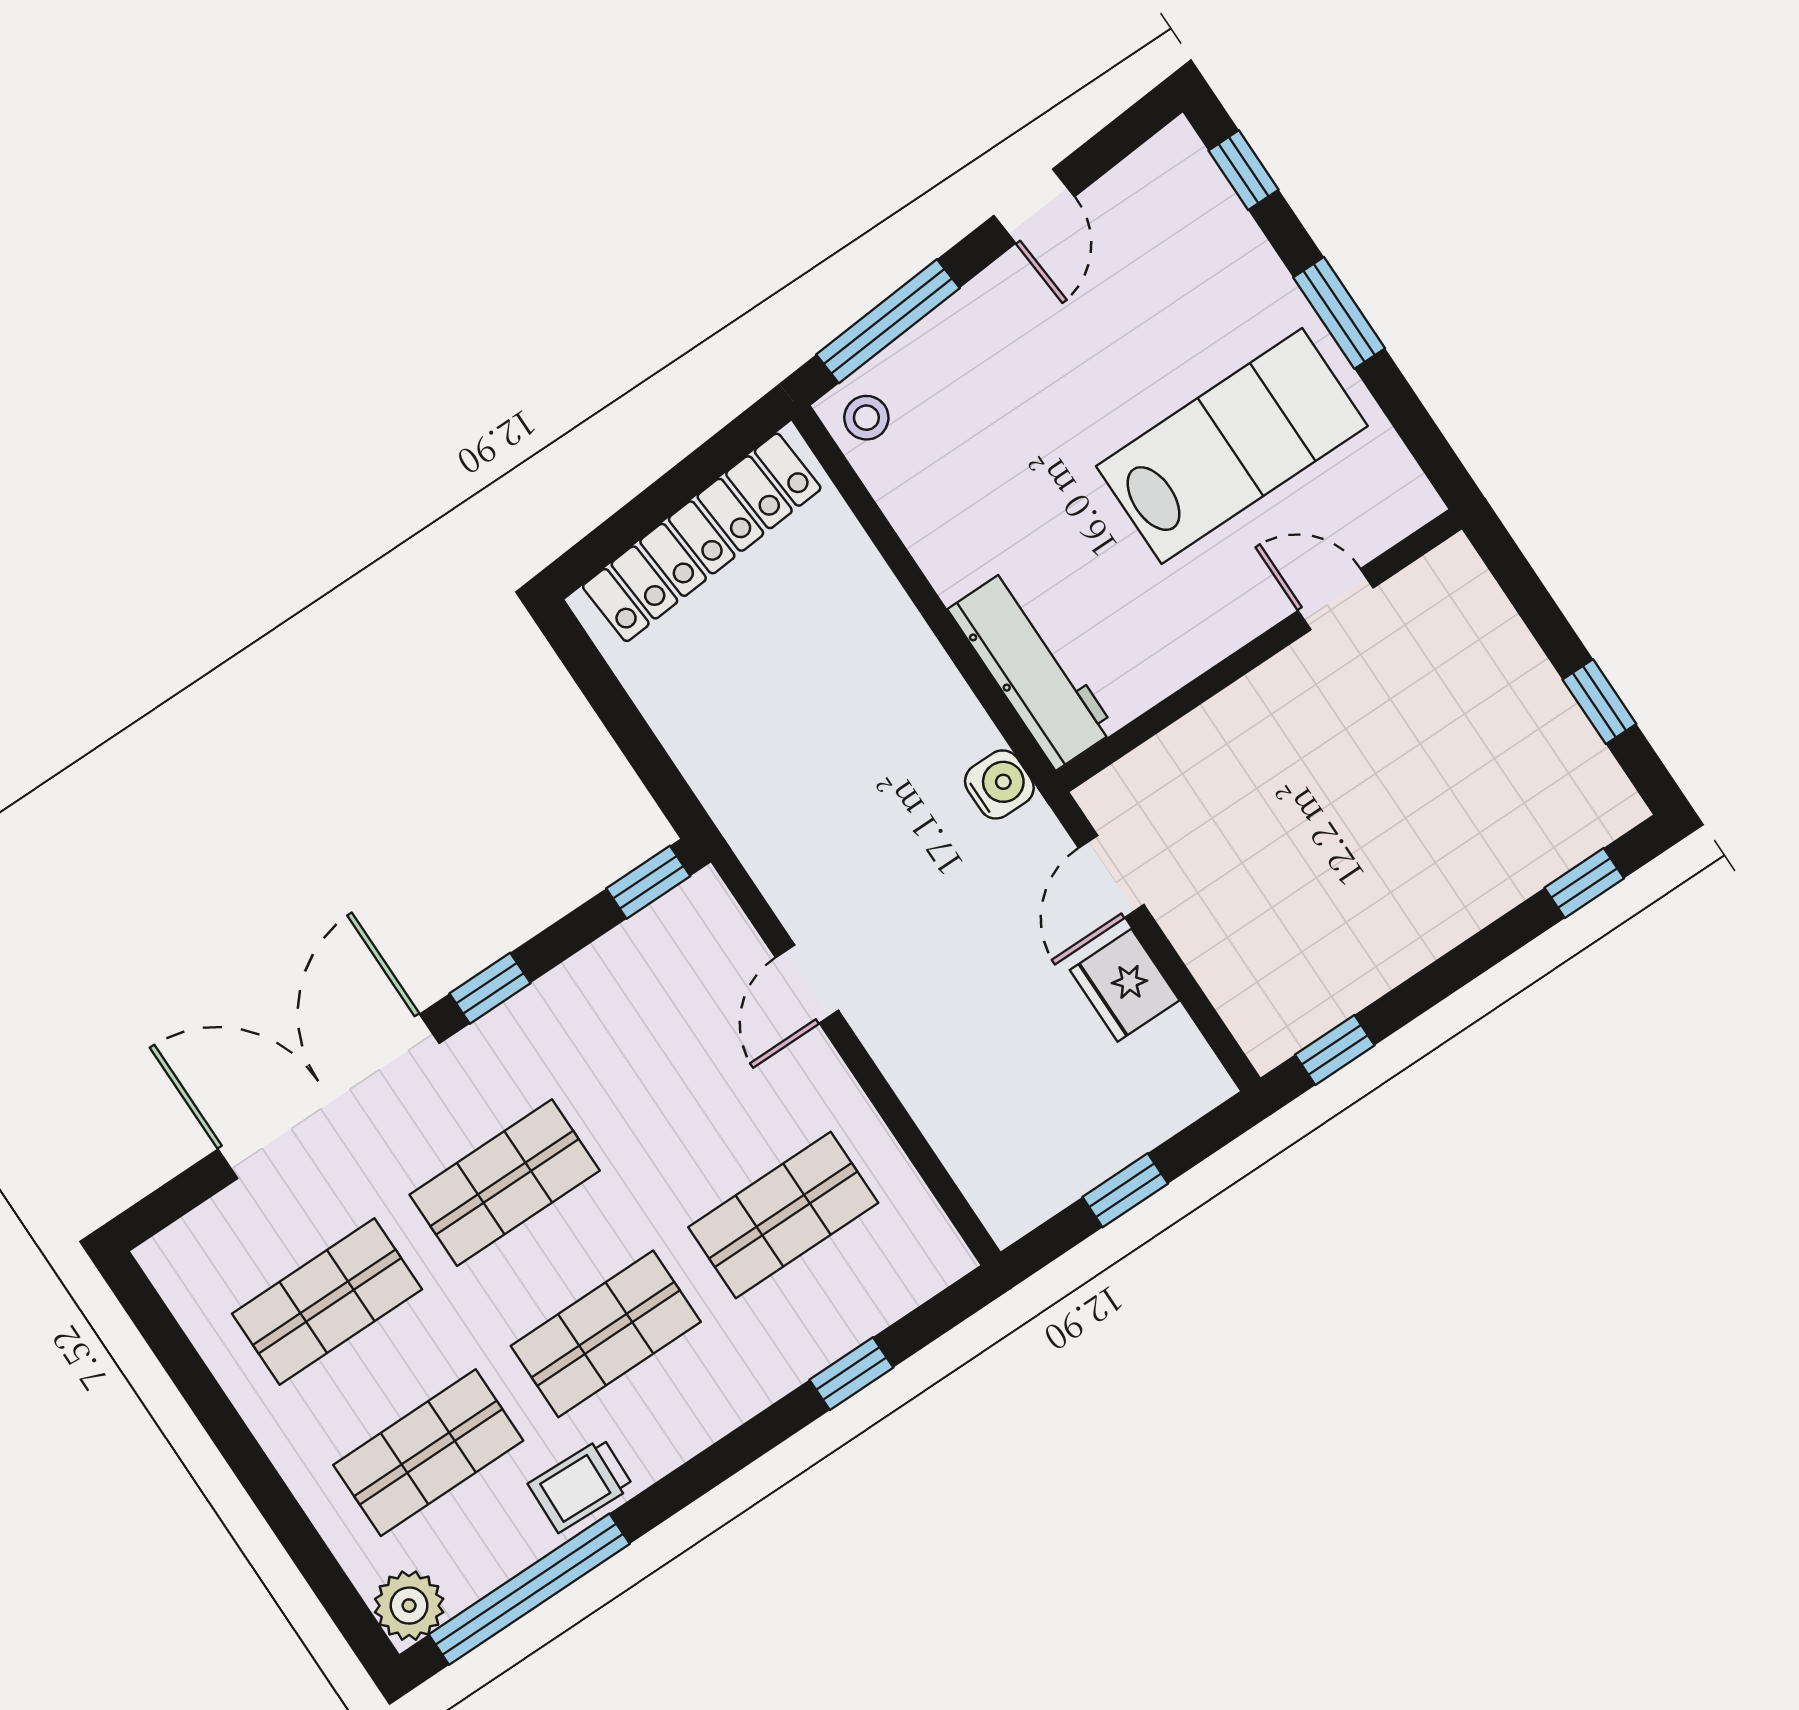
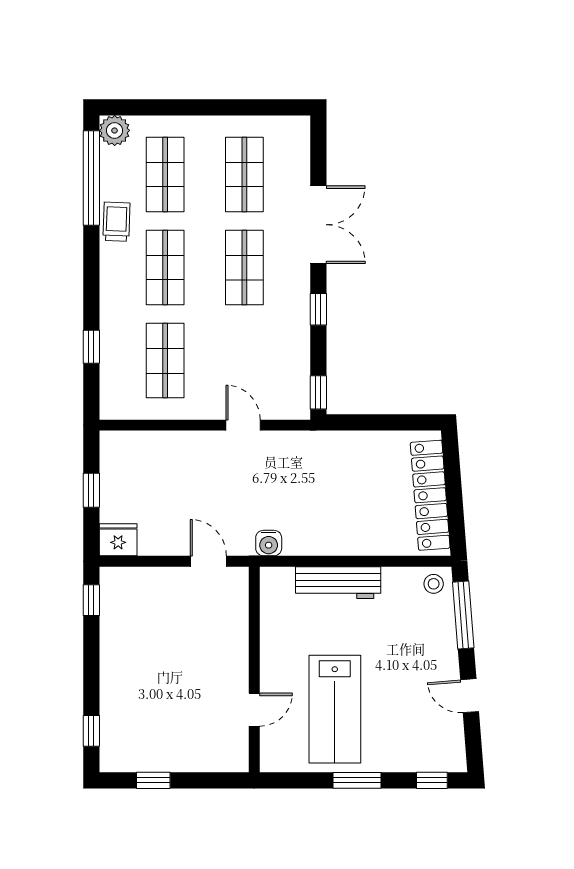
workbench: (1032, 670) -> (338, 583), moved
fridge: (1125, 985) -> (118, 540), moved
double door: (329, 1096) -> (318, 225), width x0.73

